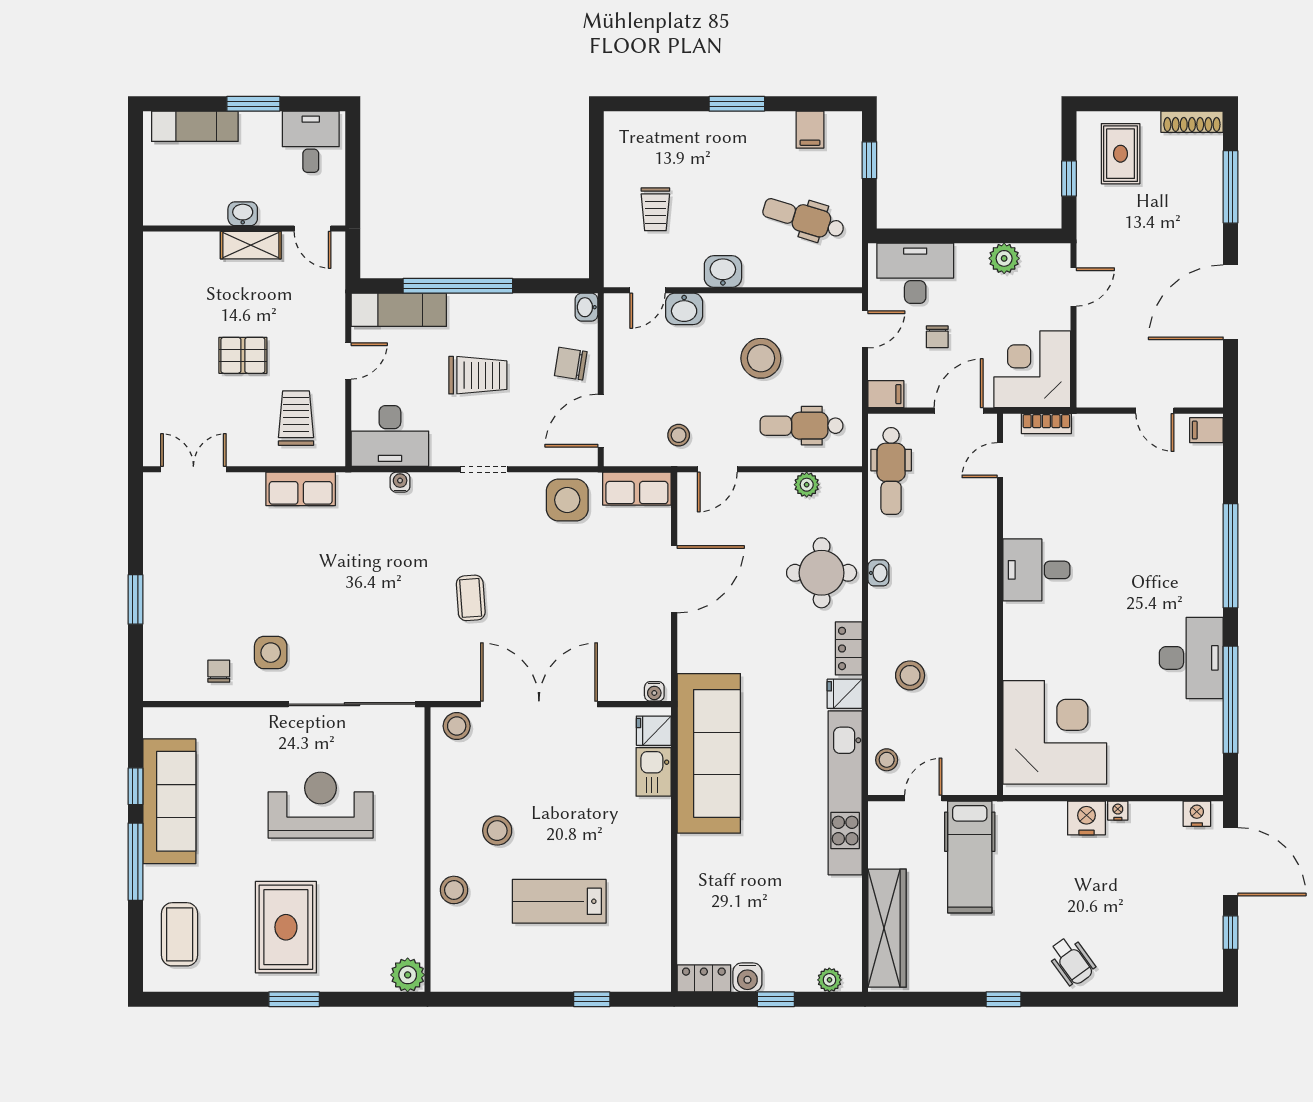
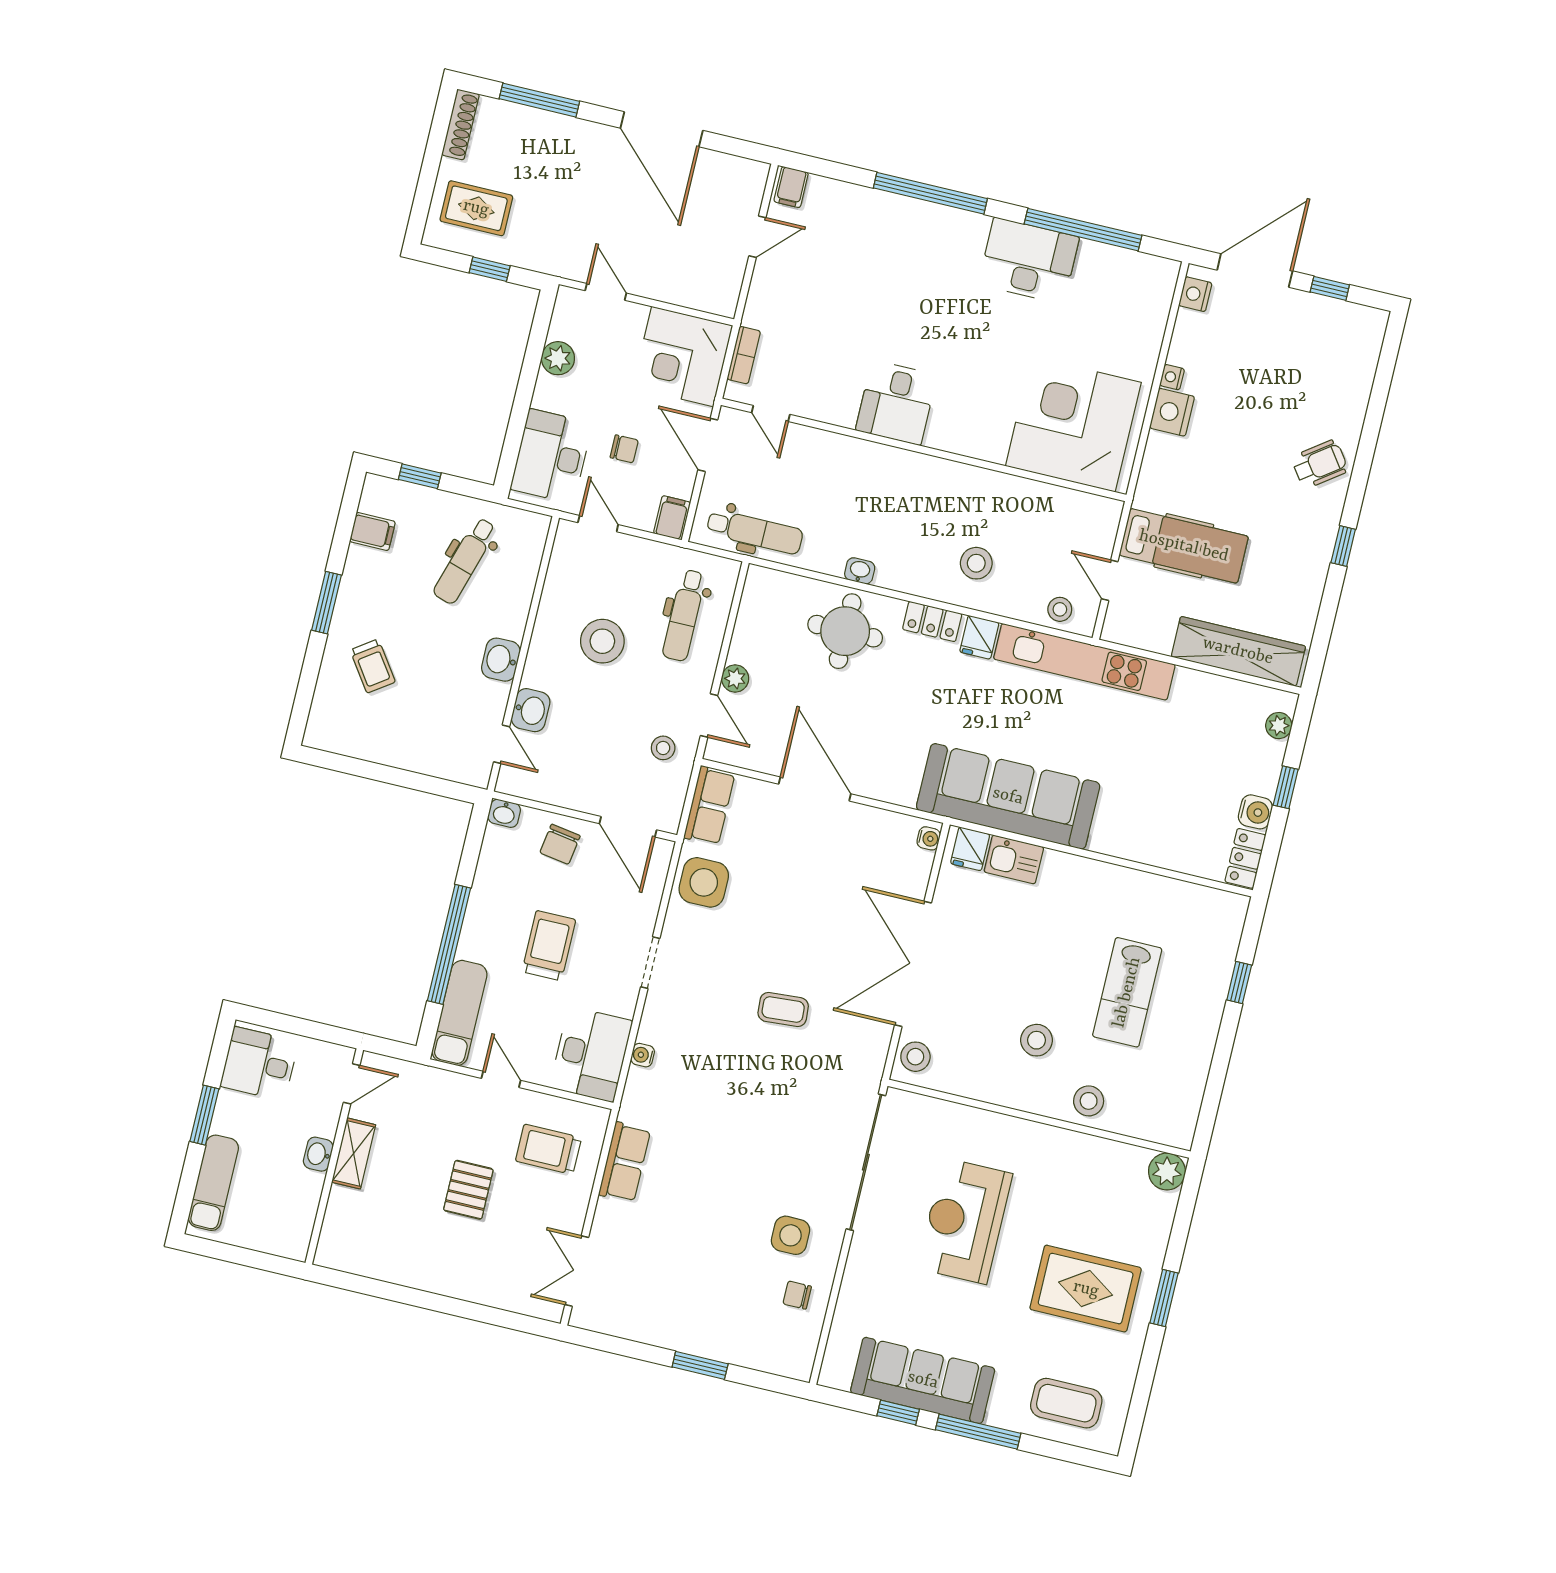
trolley: (655, 209) -> (373, 666), moved, turned 55
plant: (807, 485) -> (735, 678), moved

